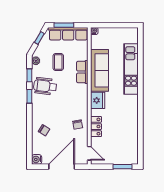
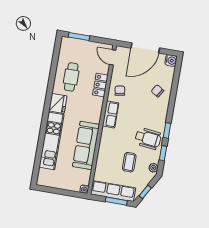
row of seats: (82, 72) -> (111, 114), moved
fridge: (98, 100) -> (58, 103), moved, turned 180
cafe table: (123, 129) -> (71, 77), added

